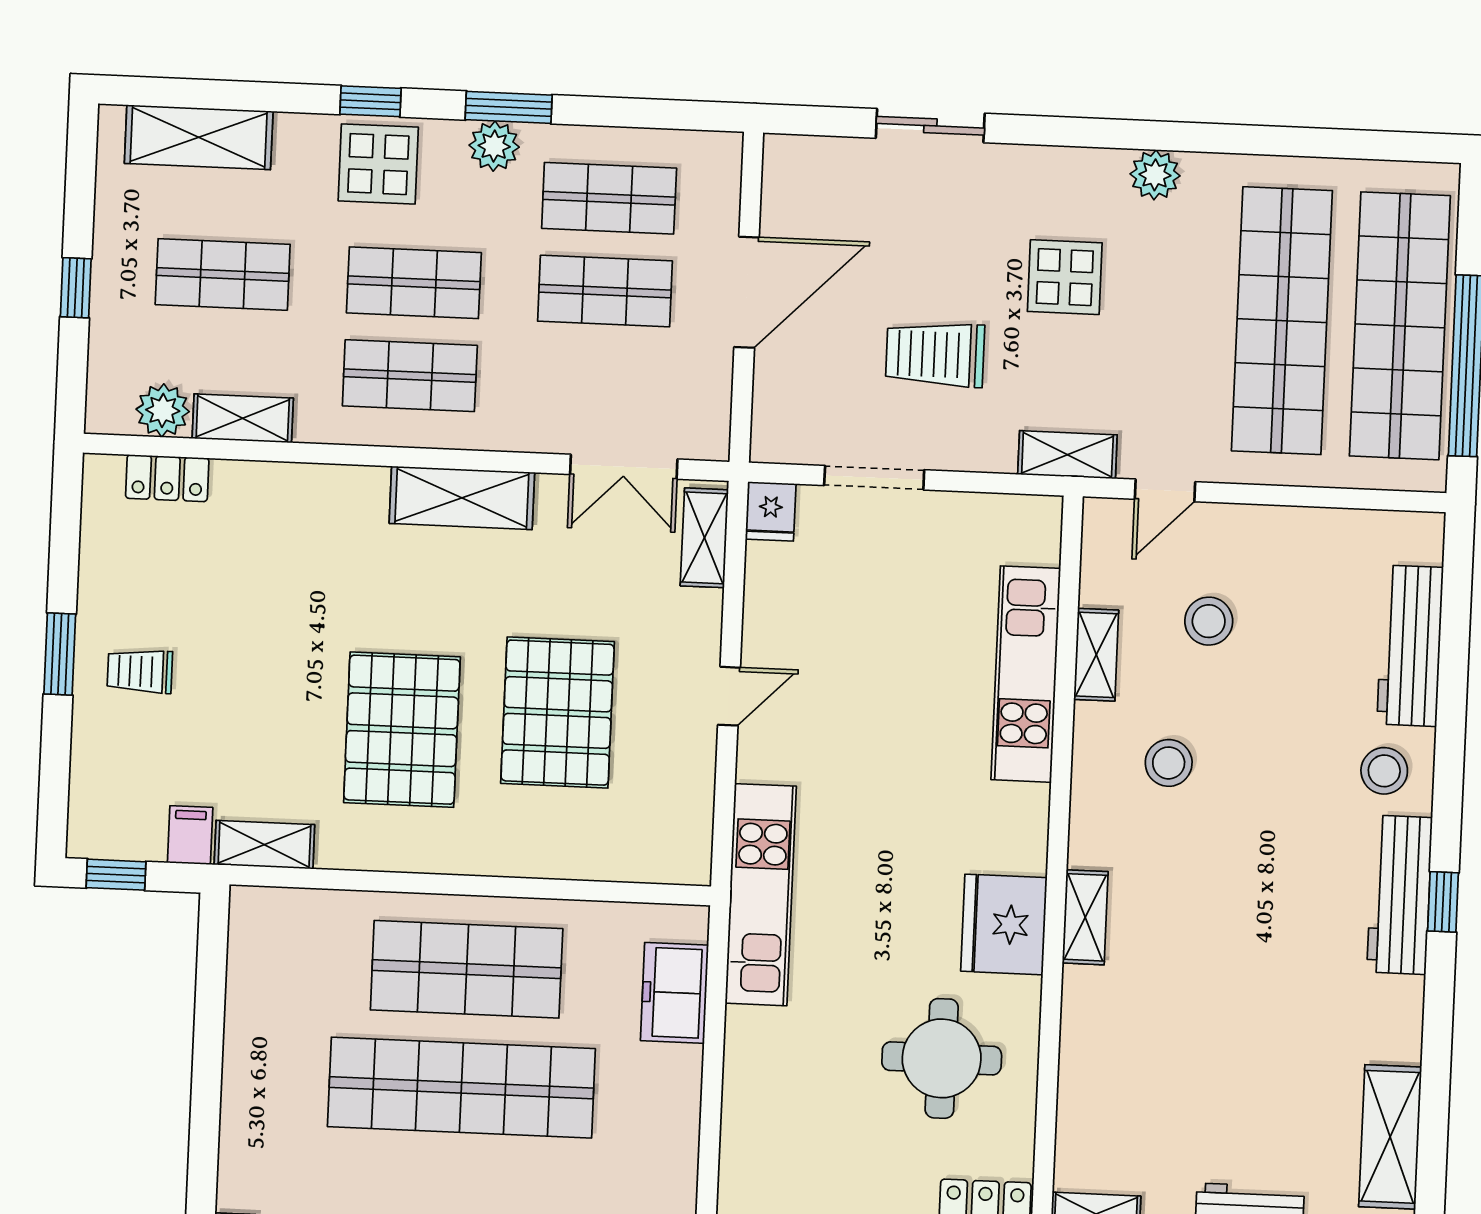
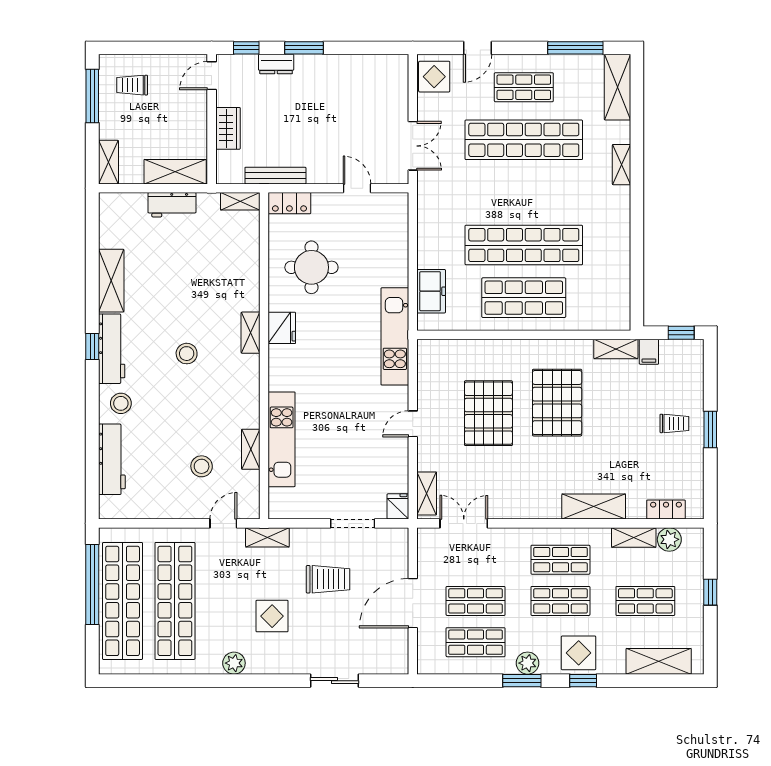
shelving: (462, 498) -> (594, 507), moved
stool: (1169, 763) -> (187, 354), moved
fridge: (1004, 924) -> (282, 328), width x0.73, depth x0.75
shelving: (1390, 1137) -> (111, 281), moved

